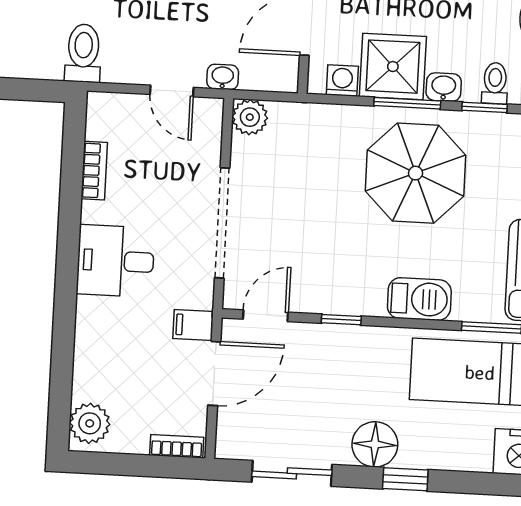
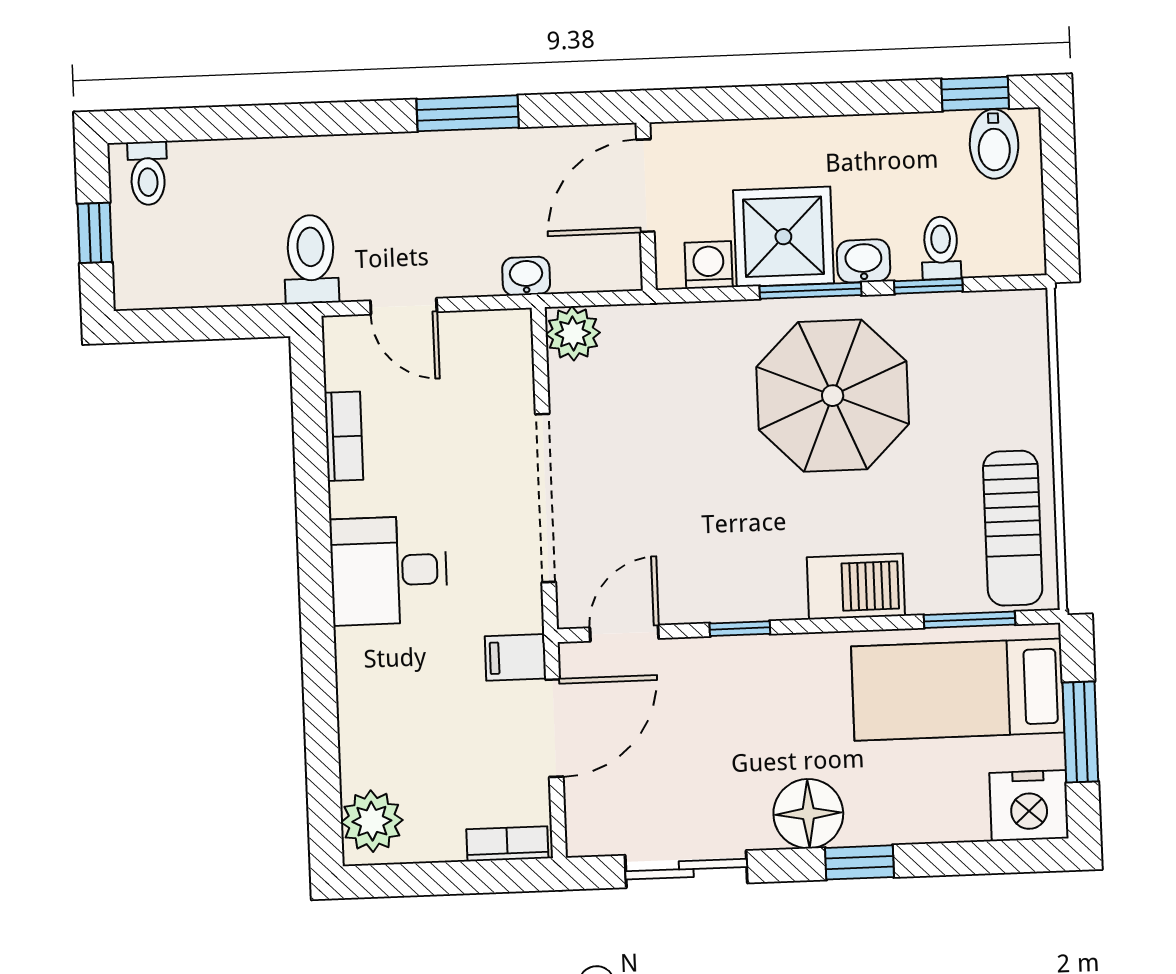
door: (172, 91) -> (404, 306), moved

